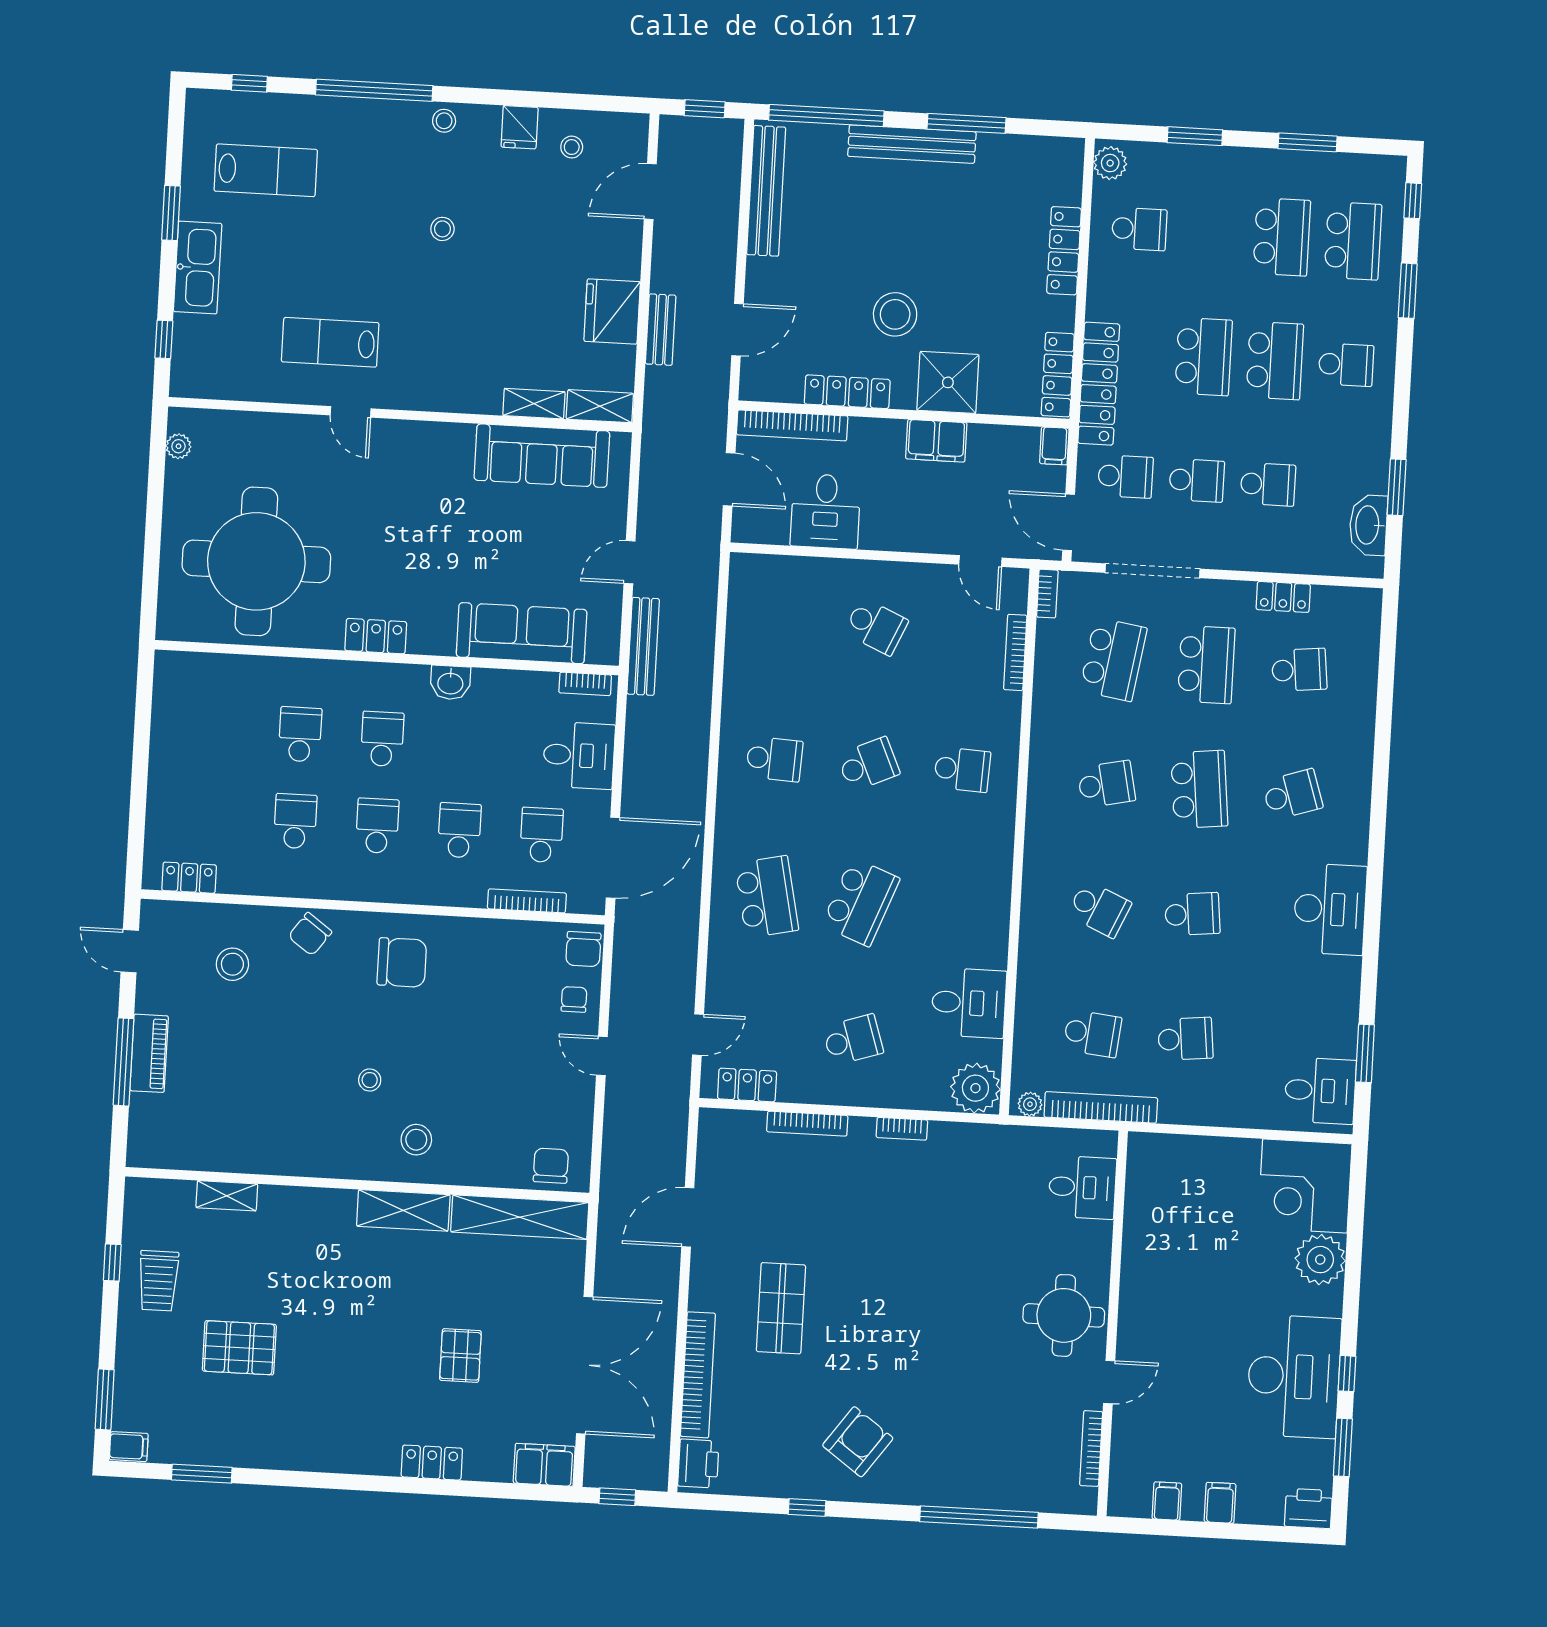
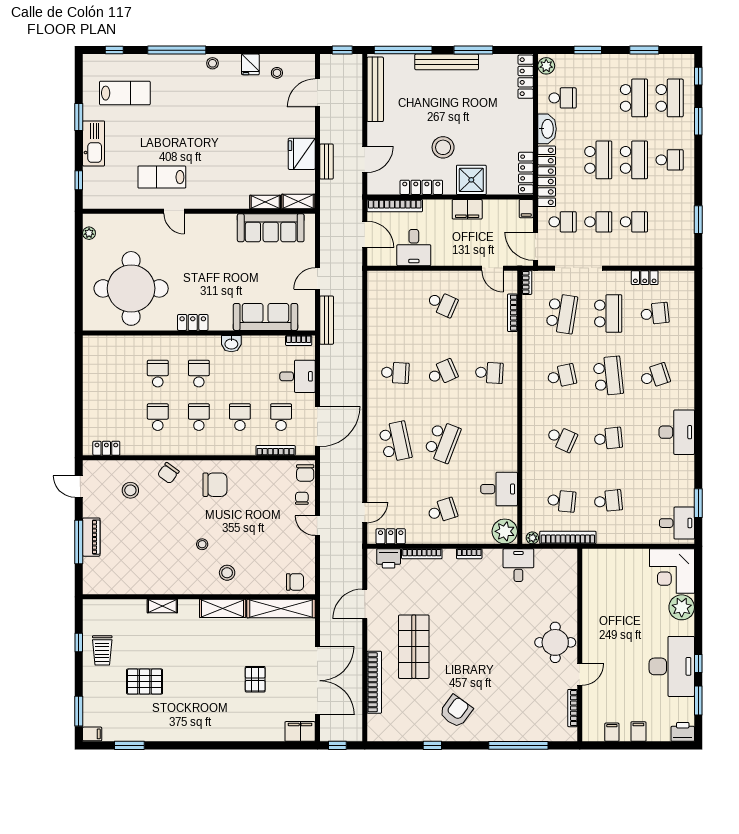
stool: (442, 229) -> (215, 117), removed
locker: (1064, 251) -> (526, 77), moved
washbasin: (1368, 525) -> (547, 129), moved, turned 180
chair: (551, 1166) -> (295, 582), turned 90
desk: (1082, 1187) -> (518, 565), moved, turned -90
shelving: (227, 1196) -> (162, 606), moved
shop shelf: (781, 1308) -> (414, 647), width x1.43, depth x1.36
locker: (432, 1463) -> (244, 733), removed
printer: (698, 1464) -> (389, 558), moved, turned 90

